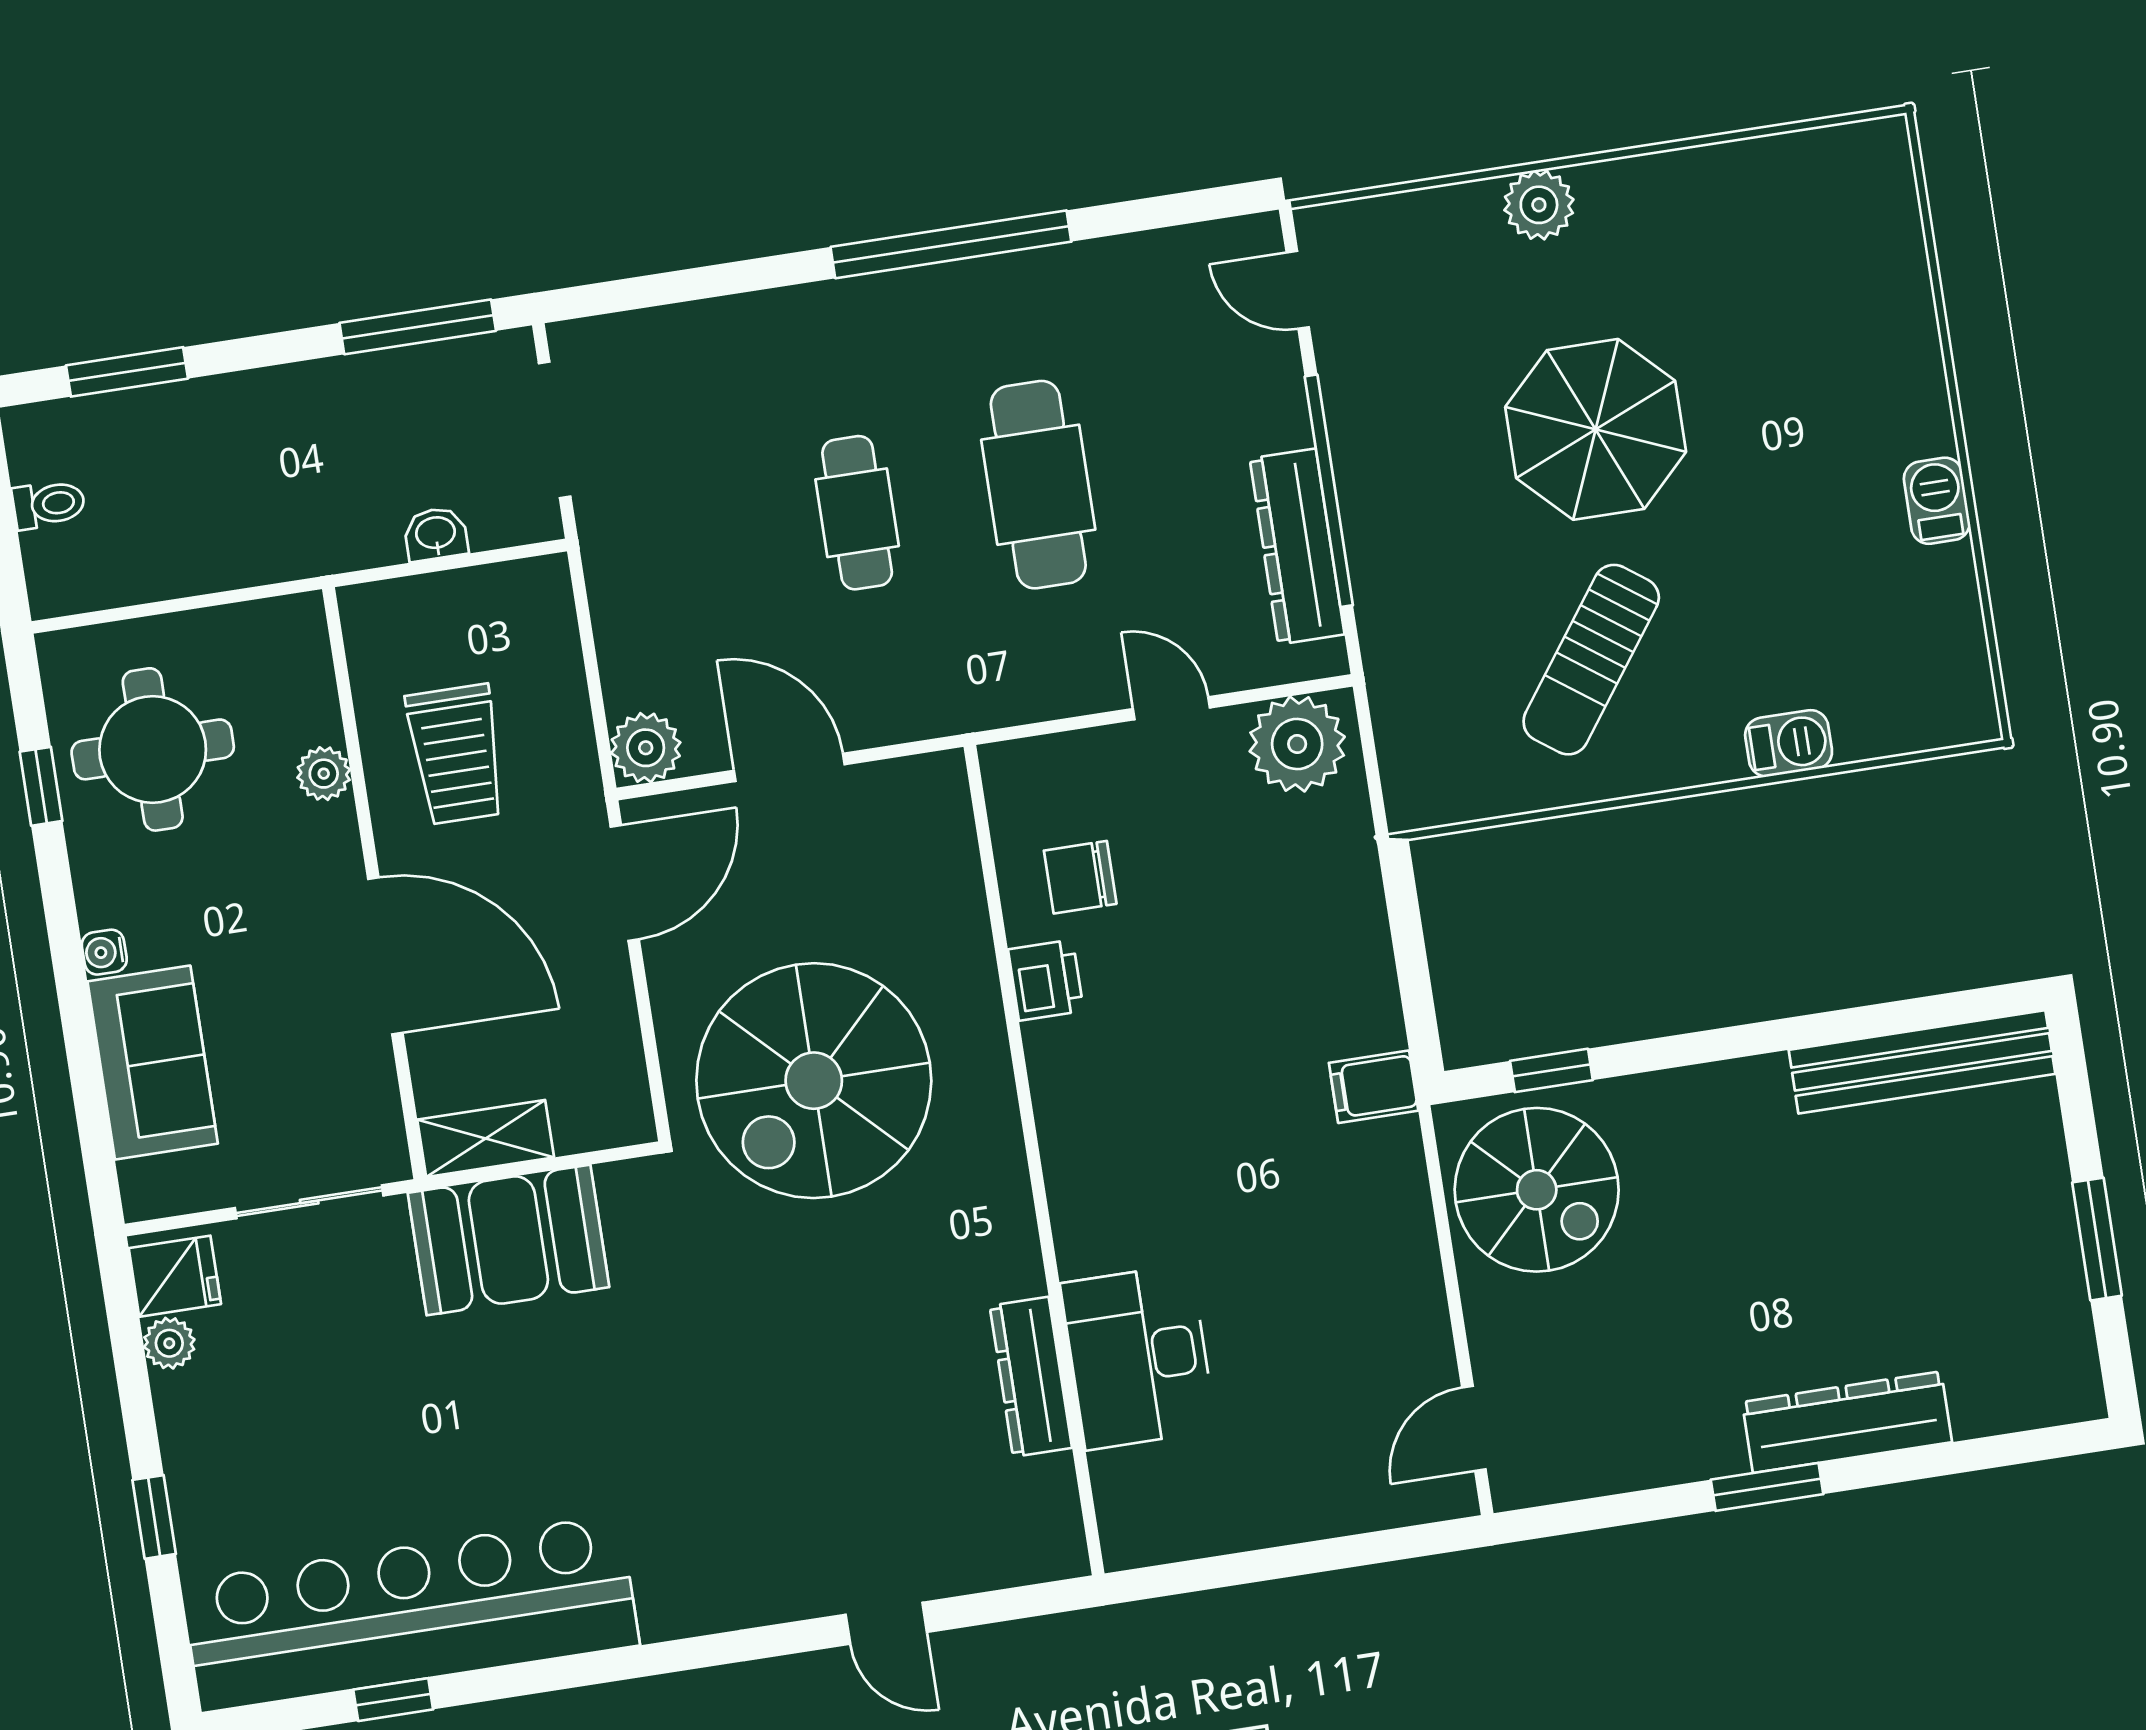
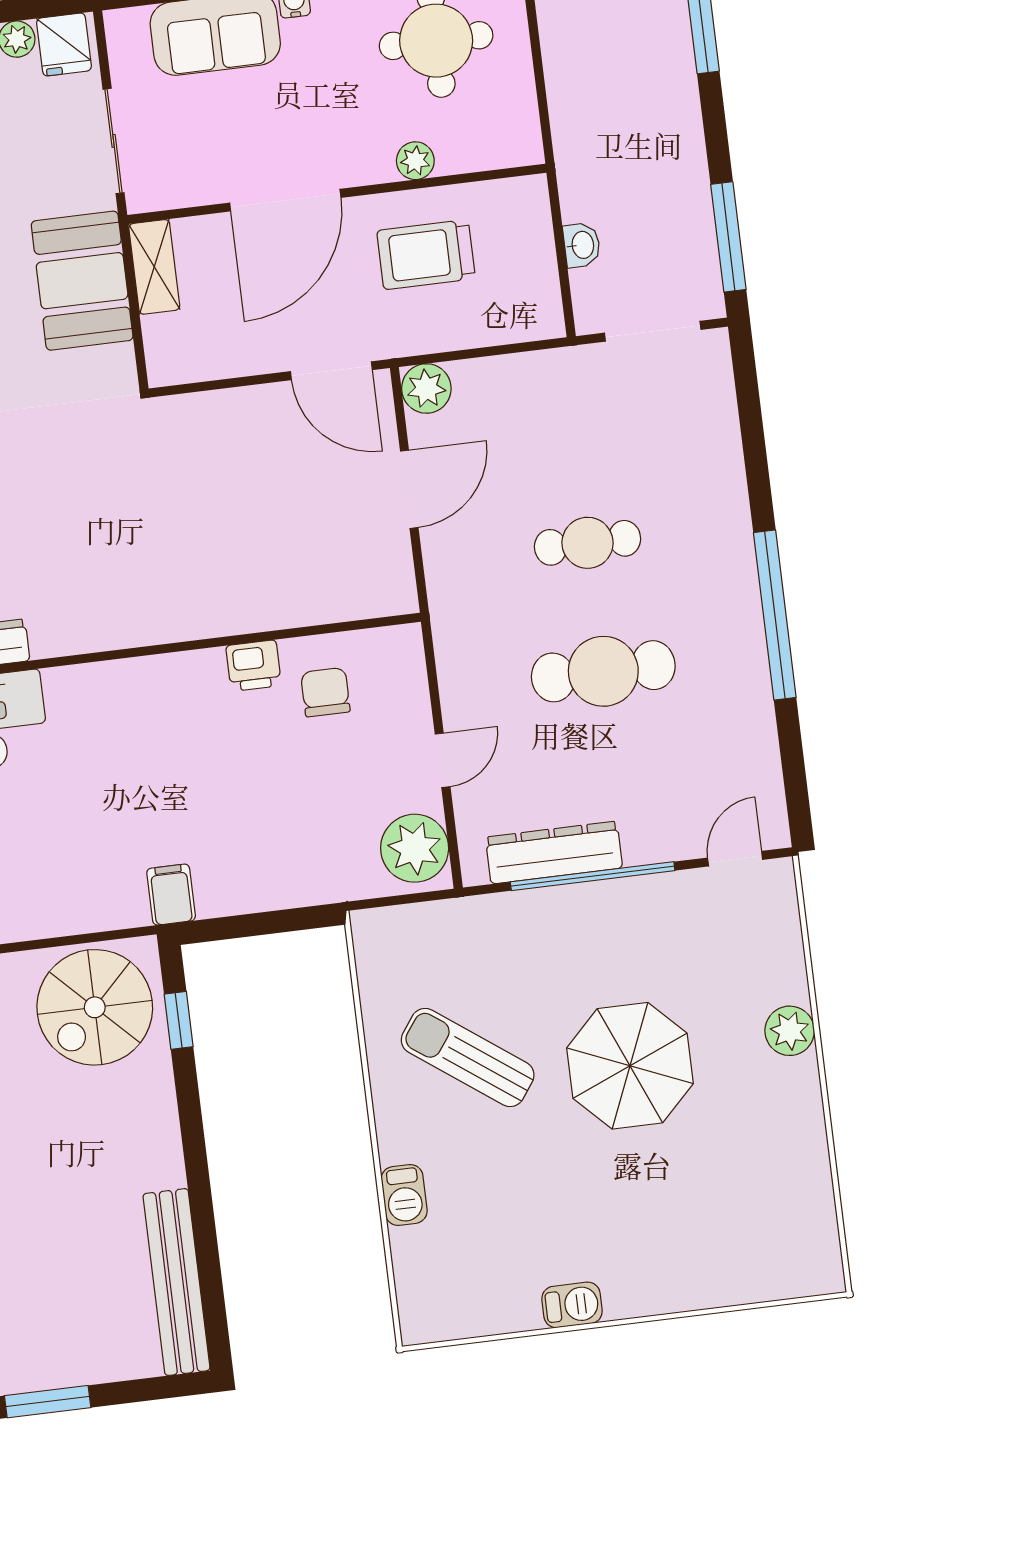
spiral stairs: (814, 1081) -> (188, 500), removed

